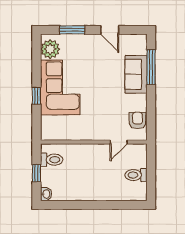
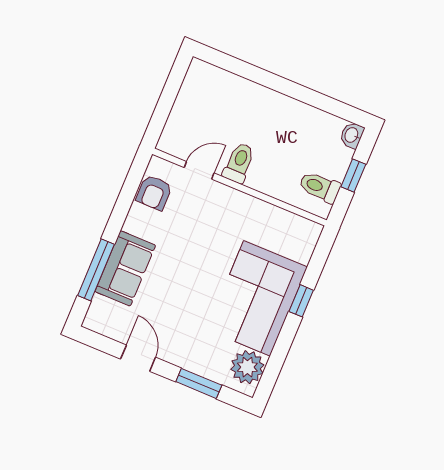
toilet: (136, 175) -> (239, 163), moved, turned -90

